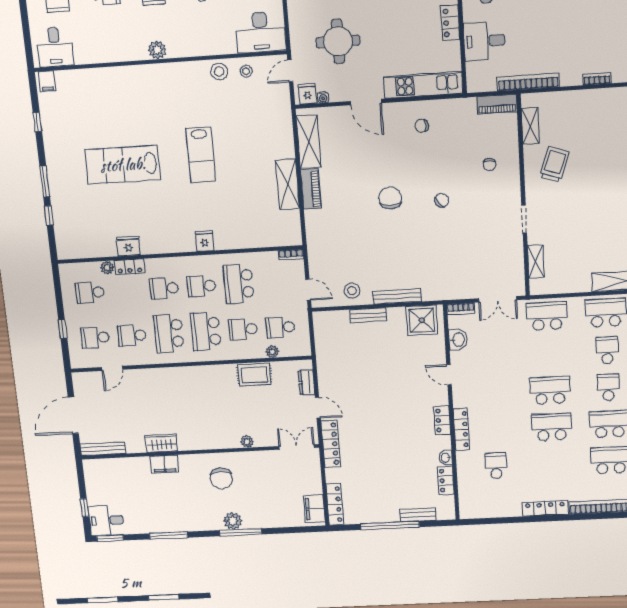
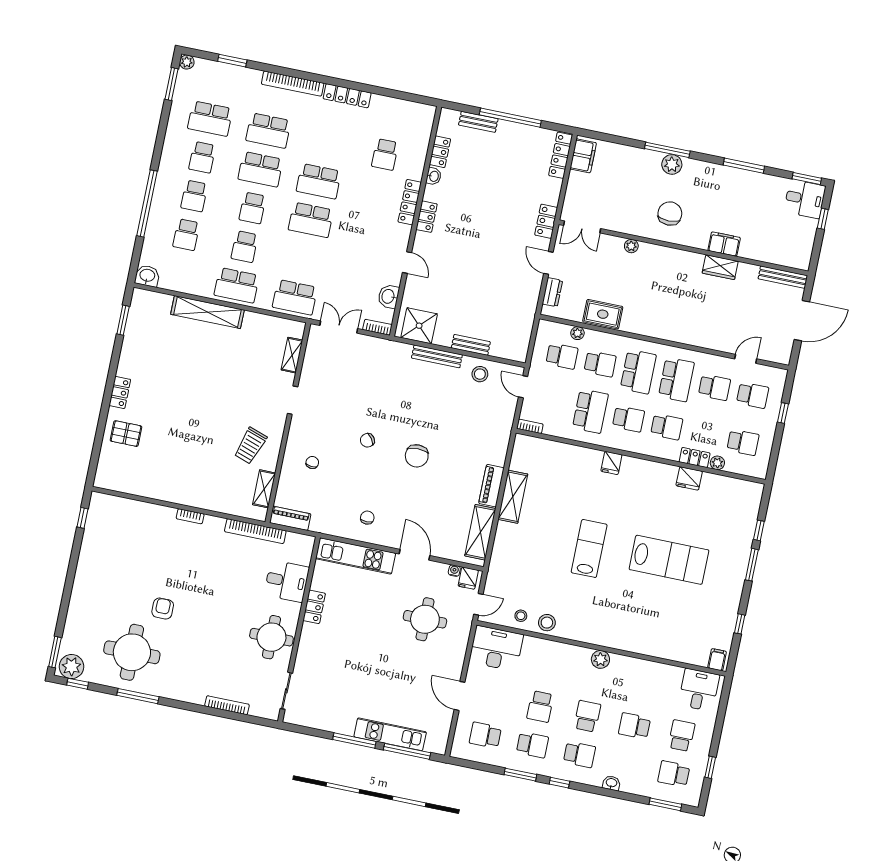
chair: (422, 126) -> (367, 518), turned -90
locker: (331, 444) -> (546, 221), width x0.66

